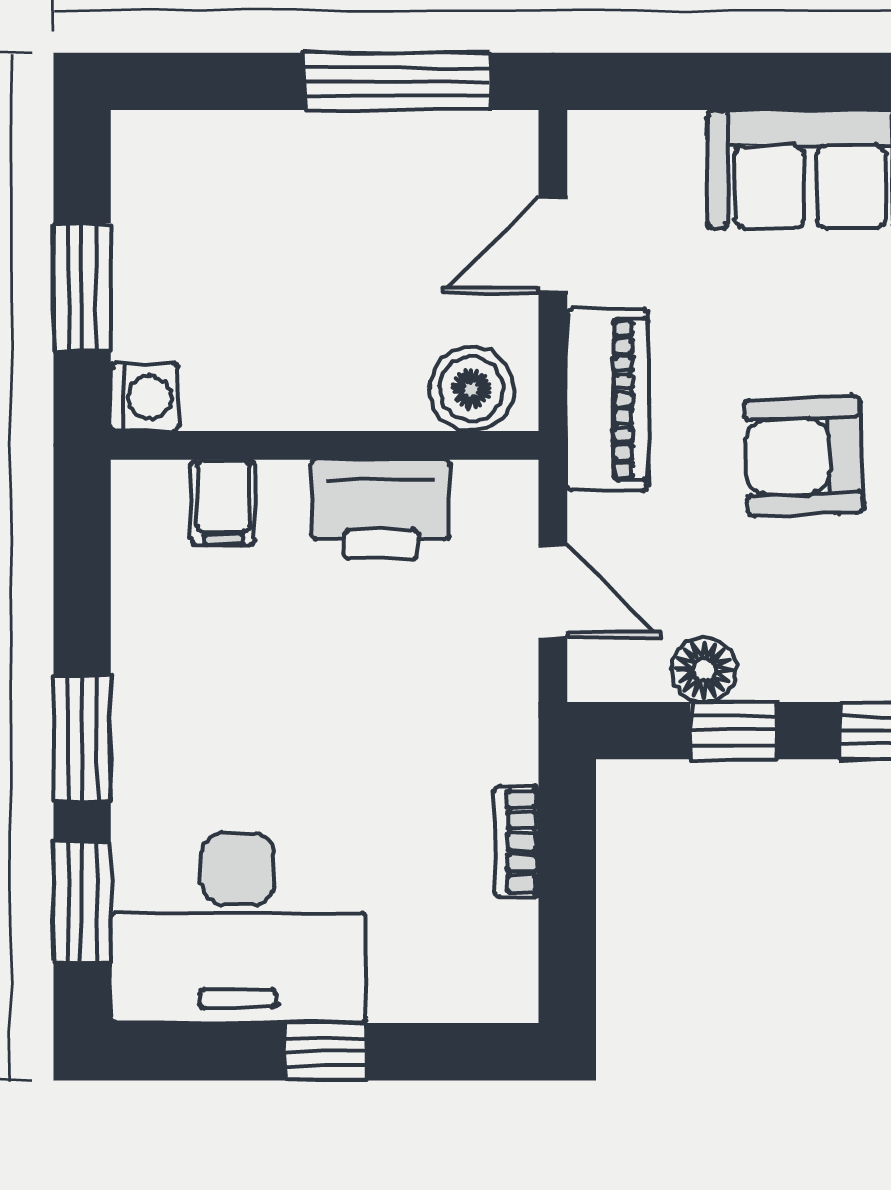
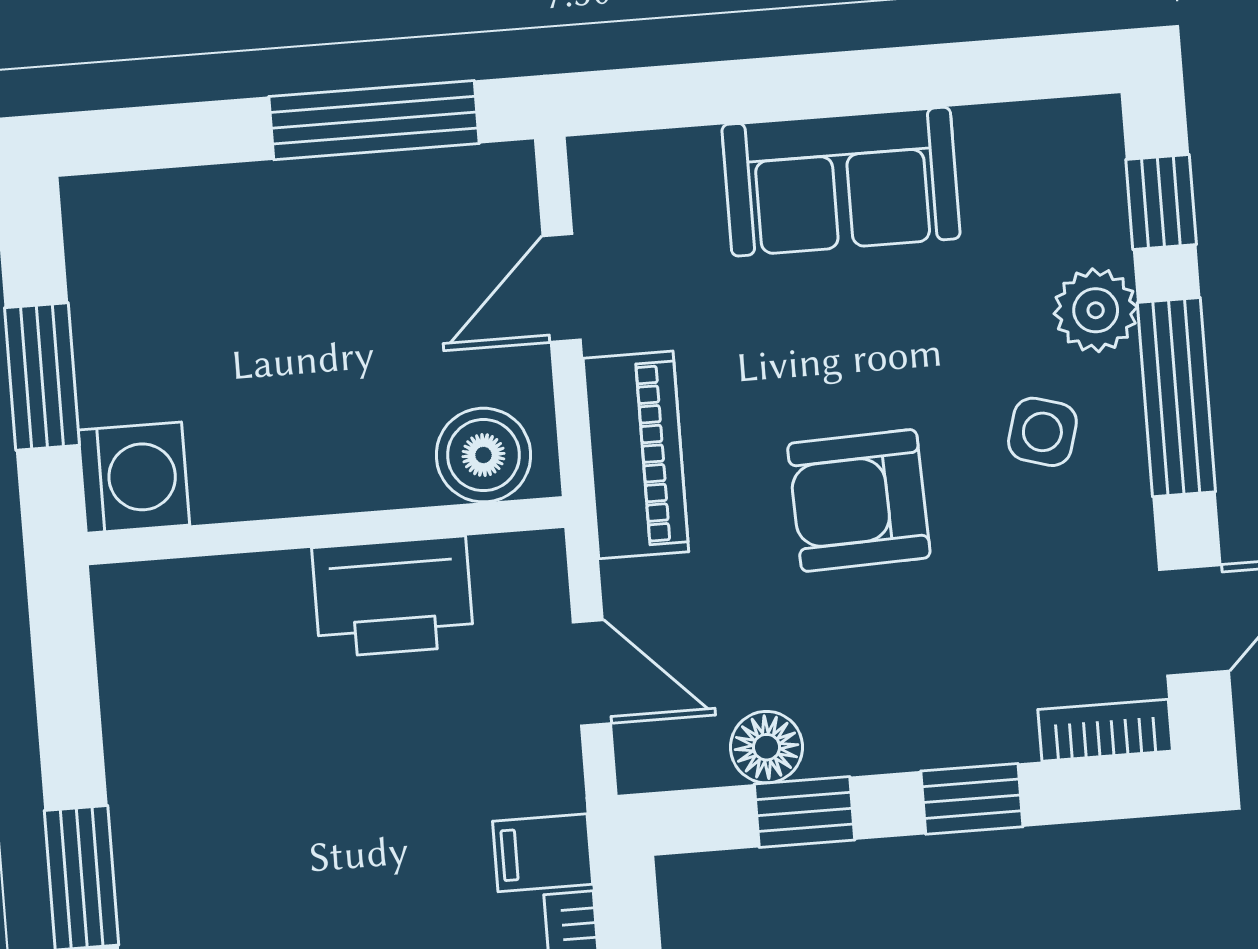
washing machine: (144, 397) -> (134, 478), width x1.38, depth x1.38
filing cabinet: (223, 502) -> (543, 853), moved, turned 90

